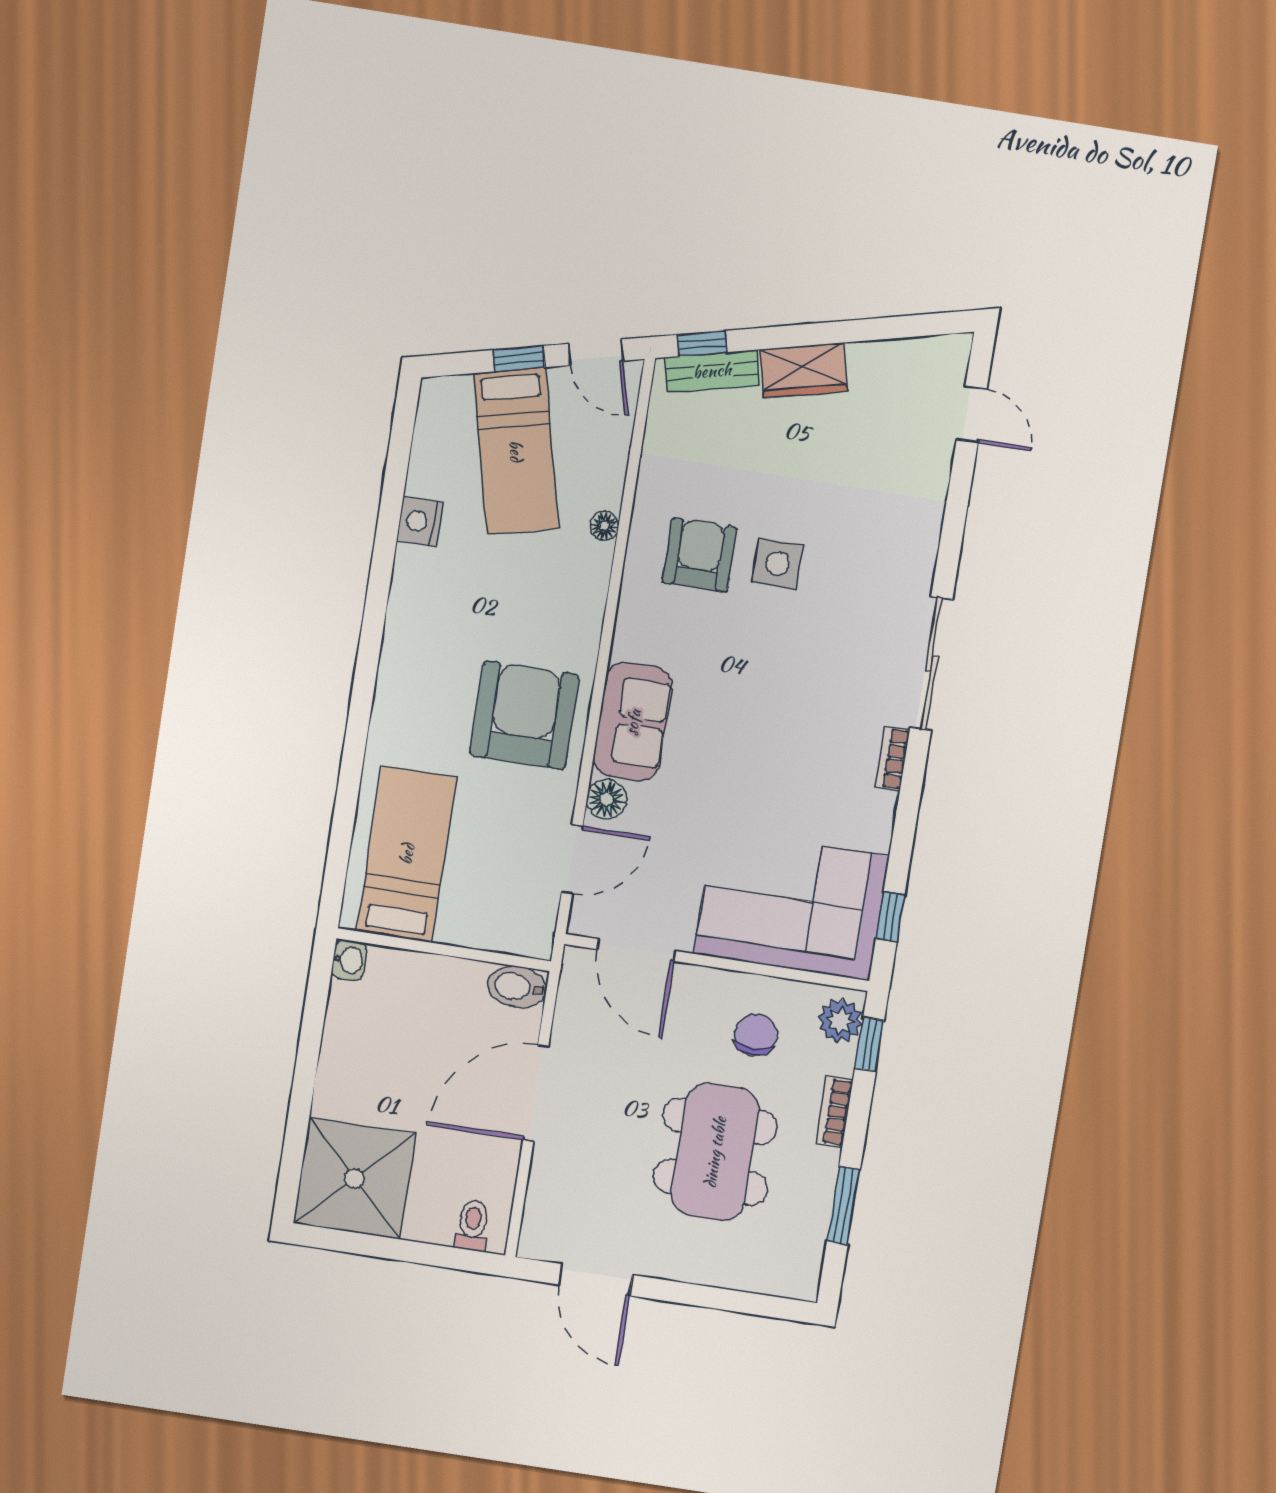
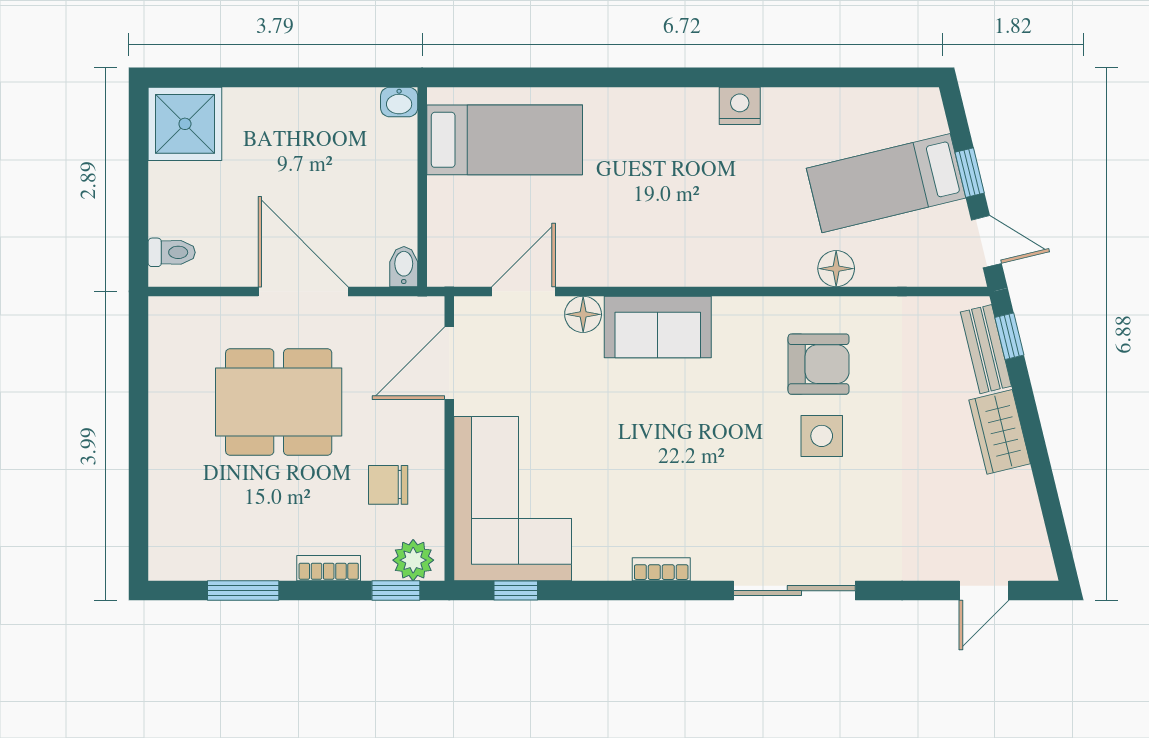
door: (596, 352) -> (986, 242), swing flipped
nightstand: (420, 521) -> (740, 106), moved
floor lamp: (604, 526) -> (836, 269), width x1.37, depth x1.37
sliding door: (931, 663) -> (794, 591), moved
armchair: (524, 715) -> (648, 228), removed
door: (572, 859) -> (523, 291), swing flipped
bidet: (517, 987) -> (404, 267), width x0.72, depth x0.74
chair: (756, 1035) -> (388, 485), turned 180
dining table: (715, 1152) -> (279, 402), moved
shower: (355, 1178) -> (185, 124), width x0.73, depth x0.73
door: (596, 1280) -> (138, 373), removed

